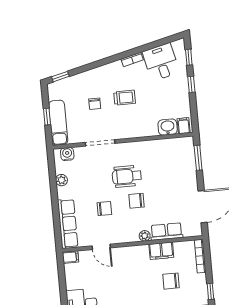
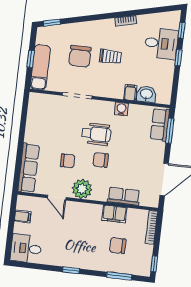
desk: (161, 62) -> (161, 44), moved, turned 104
chair: (95, 104) -> (80, 56), width x1.87, depth x1.87
filing cabinet: (184, 126) -> (130, 93), moved
water cooler: (67, 154) -> (121, 109), moved
row of seats: (187, 154) -> (160, 125), added
wheelchair: (127, 176) -> (96, 134), turned 180
plant: (61, 180) -> (32, 124), removed
plant: (145, 236) -> (82, 189), moved, width x1.88, depth x1.88
filing cabinet: (70, 257) -> (23, 217), moved

